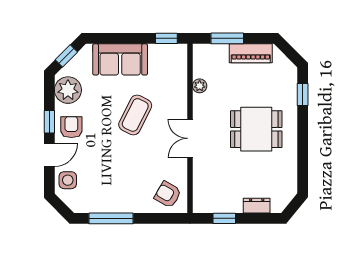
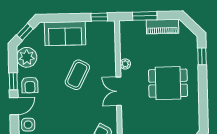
plant: (200, 86) -> (125, 64), moved
armchair: (71, 127) -> (30, 85), turned 180

